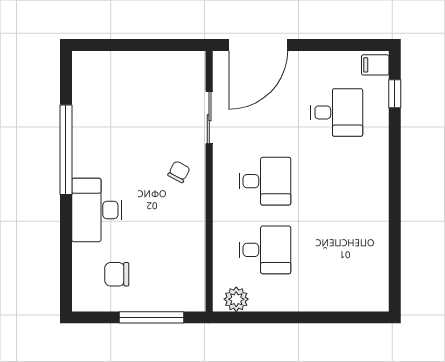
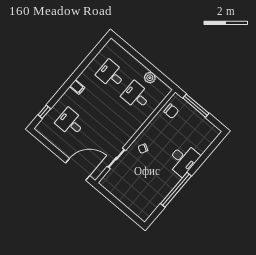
filing cabinet: (375, 65) -> (77, 87), moved
desk: (265, 181) -> (111, 74), moved
chair: (117, 274) -> (171, 111), moved
plant: (236, 299) -> (150, 78), moved

